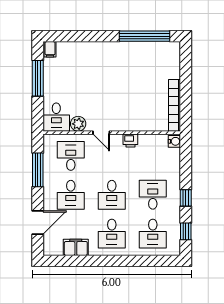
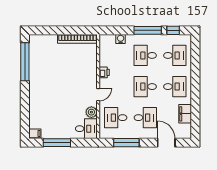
water cooler: (174, 141) -> (121, 39), moved
desk: (112, 195) -> (145, 87), turned 180
window: (186, 198) -> (148, 30), width x2.17

